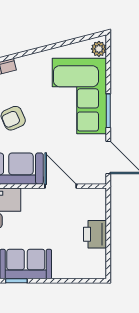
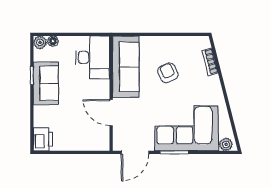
door: (61, 186) -> (111, 113), swing flipped
printer: (95, 234) -> (43, 139), moved, turned 90

